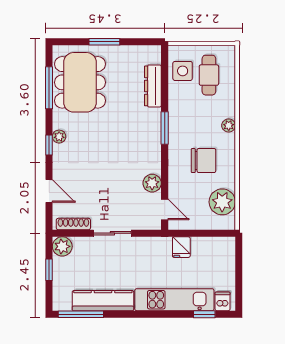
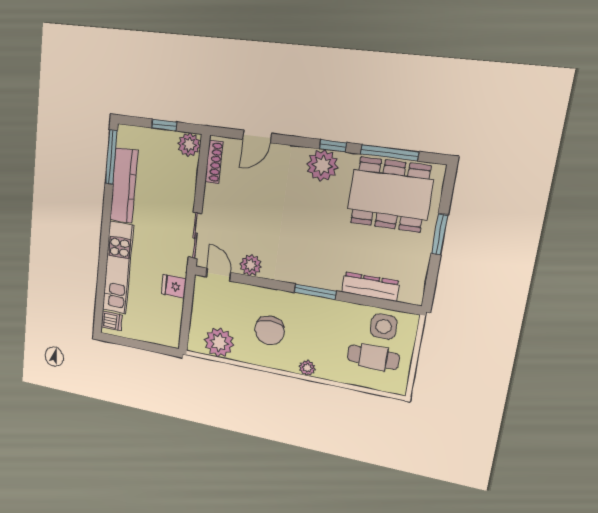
plant: (59, 137) -> (322, 165), width x1.88, depth x1.88
window: (49, 145) -> (333, 146), moved
door: (165, 209) -> (218, 275), swing flipped
sliding door: (112, 233) -> (195, 235), moved
window: (204, 314) -> (100, 298), removed

